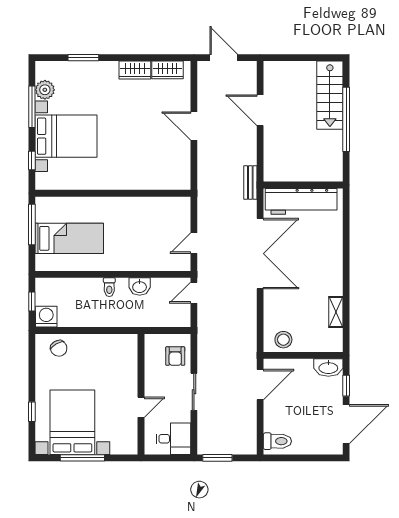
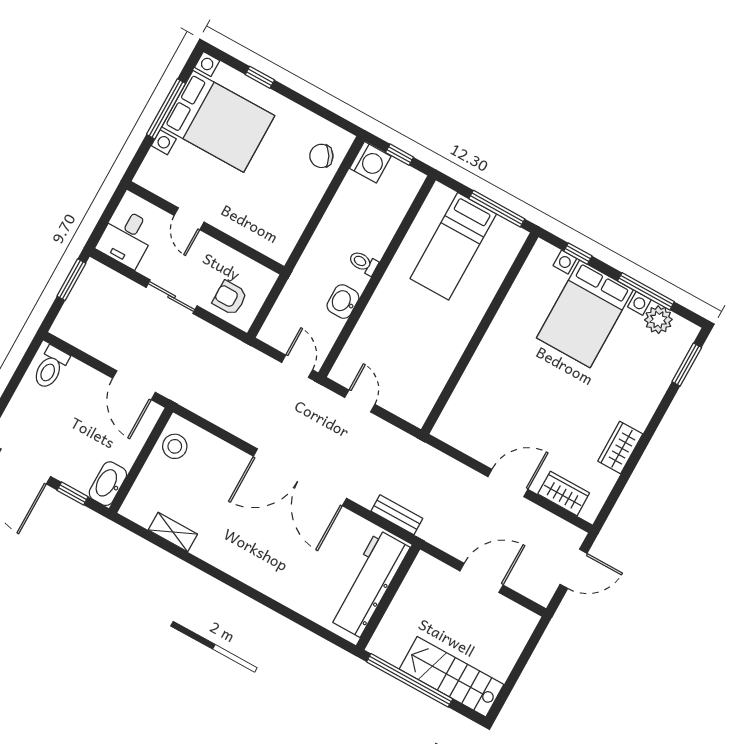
window: (83, 58) -> (687, 365), moved
wardrobe: (168, 70) -> (564, 493), moved, turned 90
wall: (303, 185) -> (388, 597), moved
workbench: (301, 201) -> (369, 583), moved

